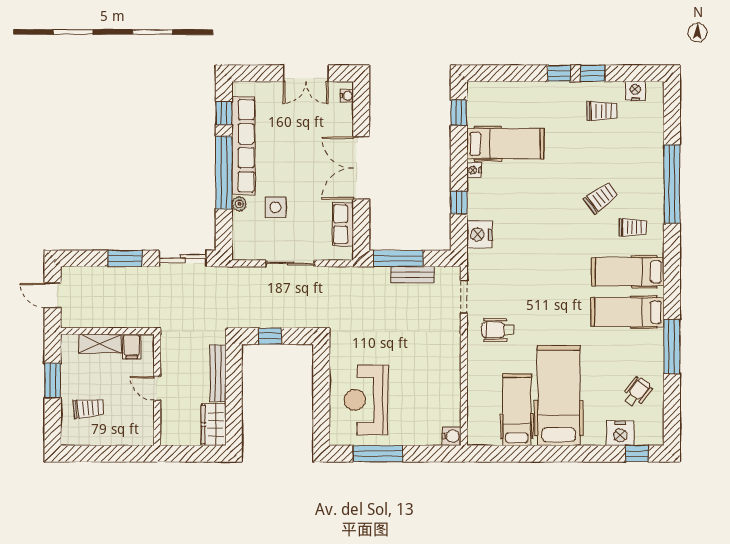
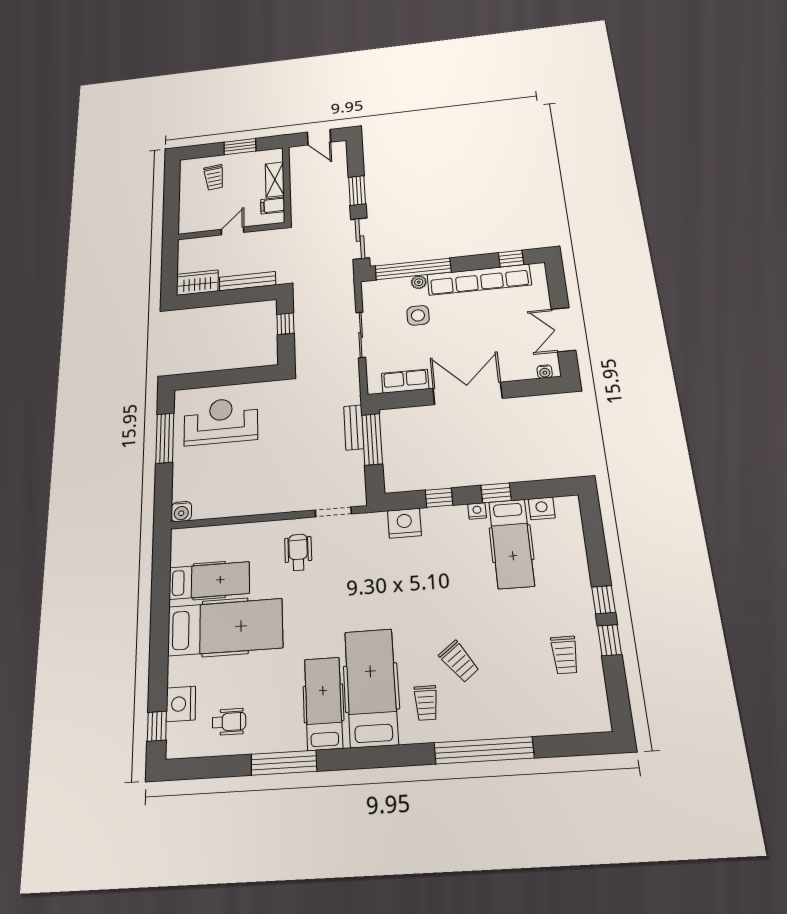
nightstand: (635, 91) -> (542, 508), moved, turned -90
window: (459, 113) -> (496, 493), moved
window: (224, 173) -> (413, 269), moved
hospital bed: (628, 272) -> (371, 687), width x1.37, depth x1.29
bench: (413, 275) -> (354, 427), moved
door: (53, 295) -> (319, 137), swing flipped
wheelchair: (637, 392) -> (229, 722), turned -38

